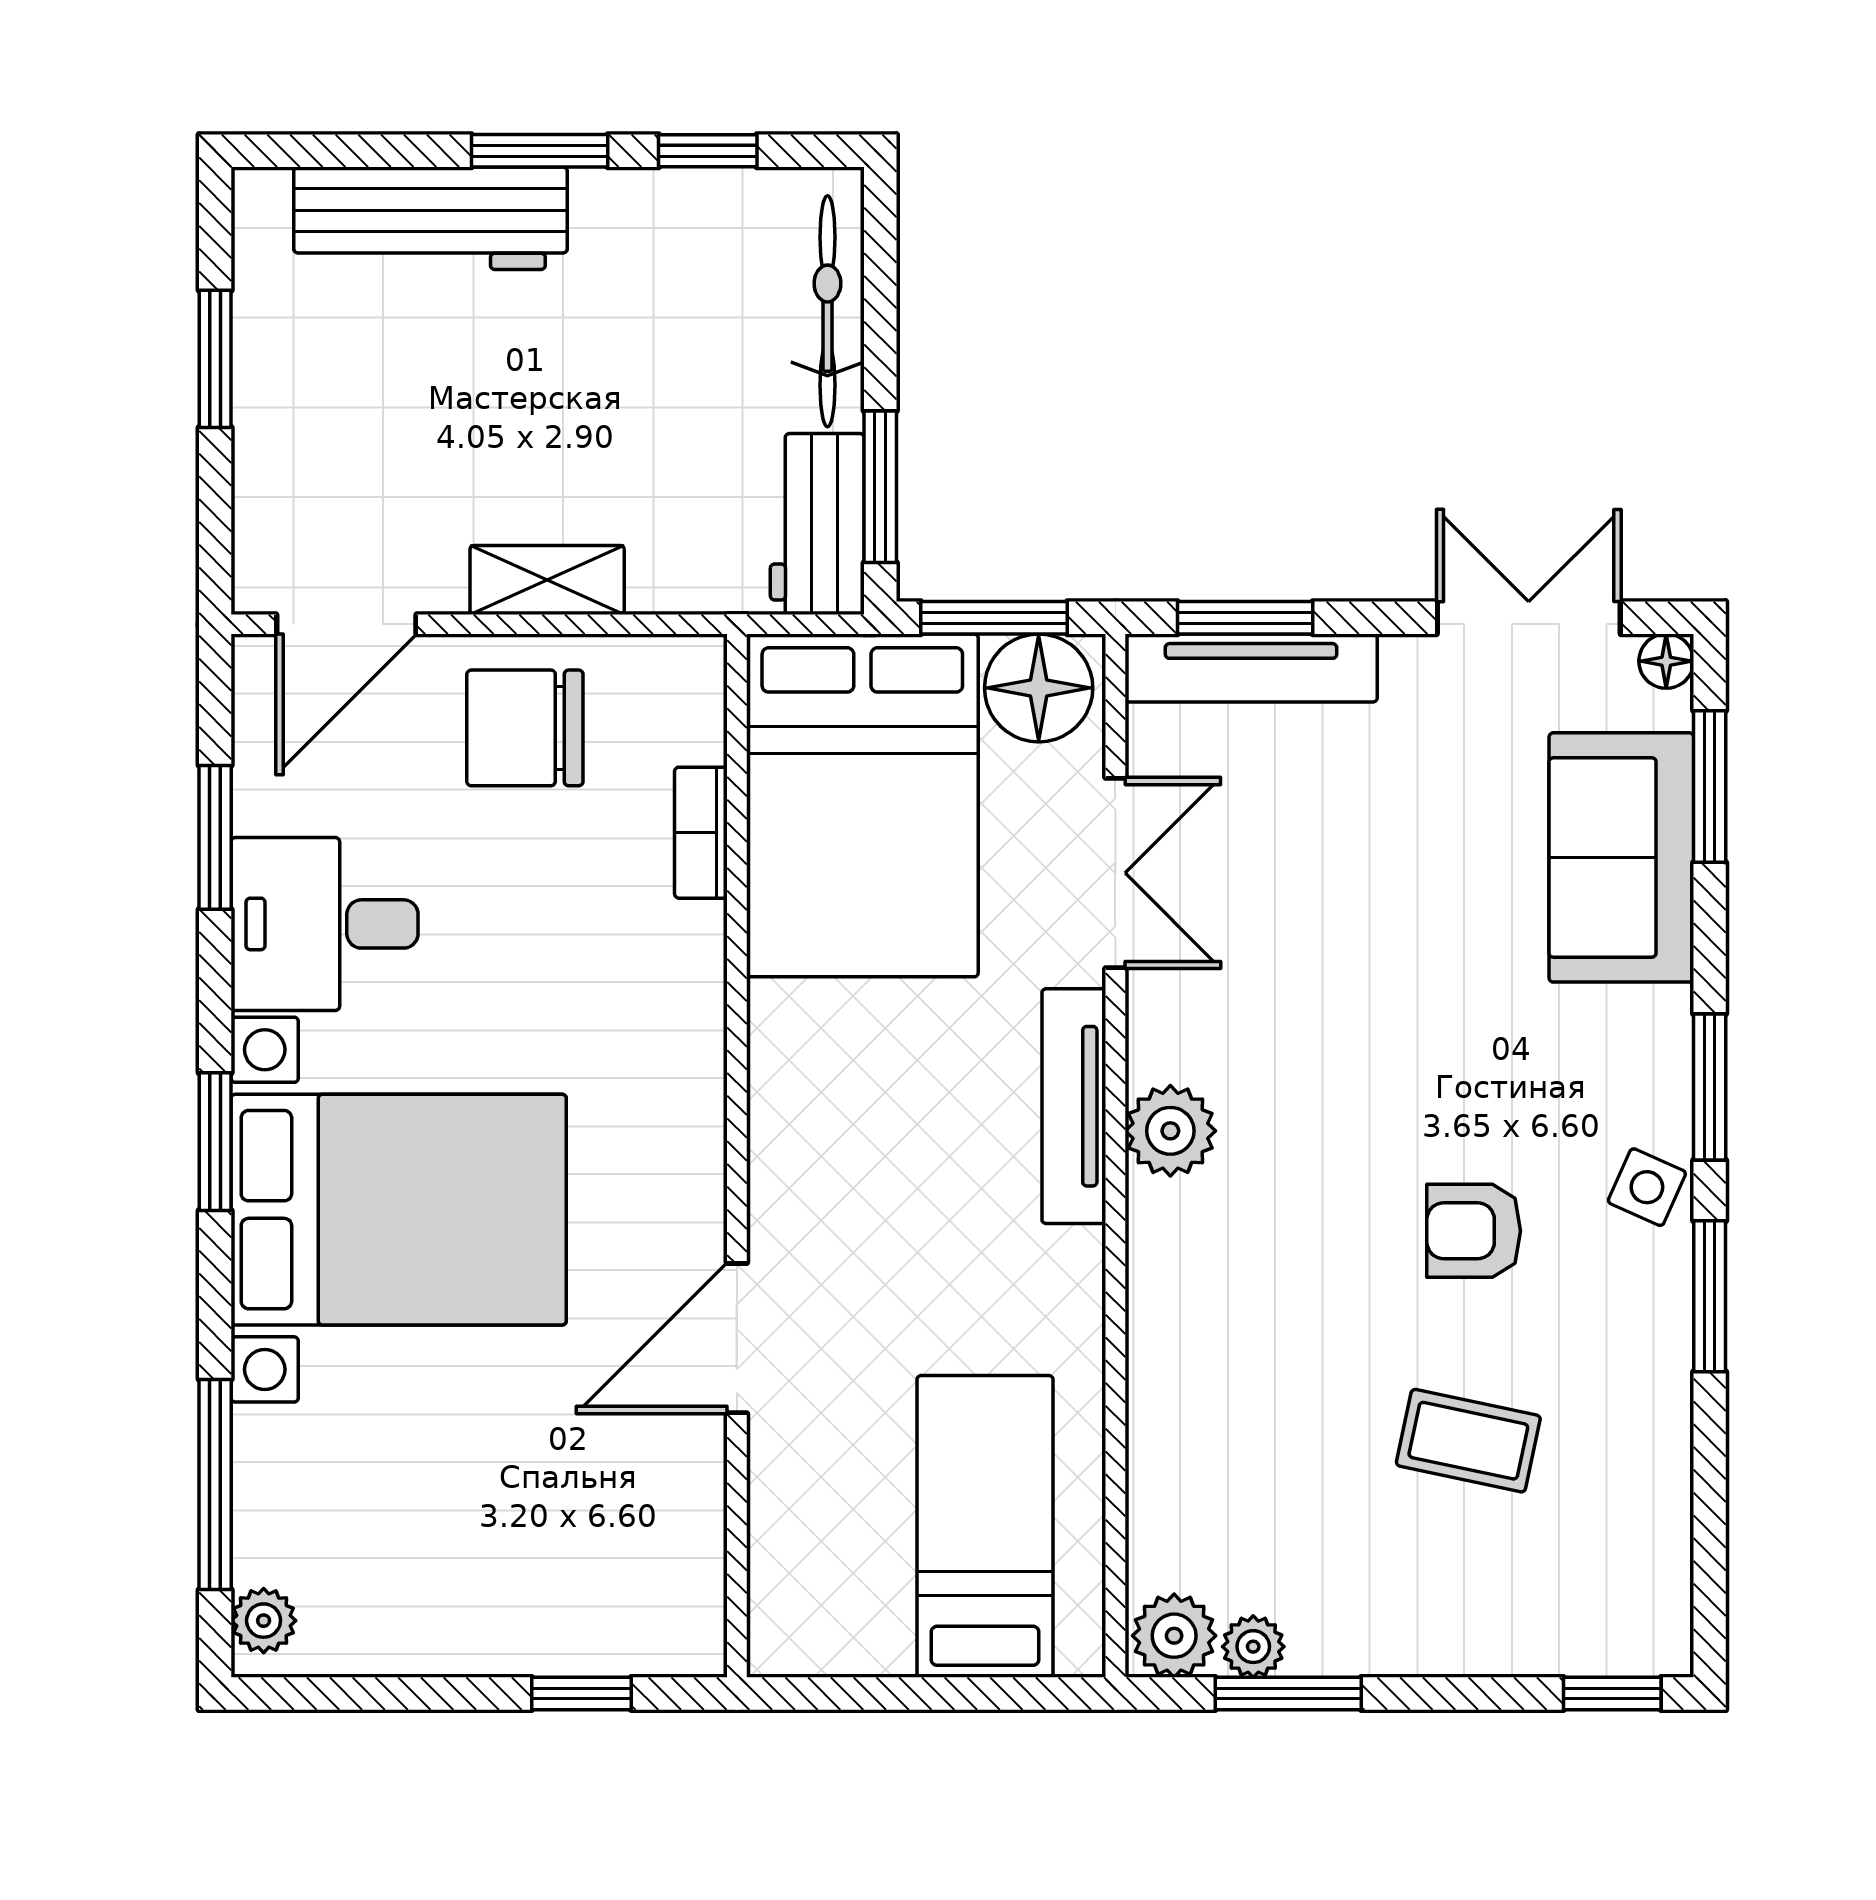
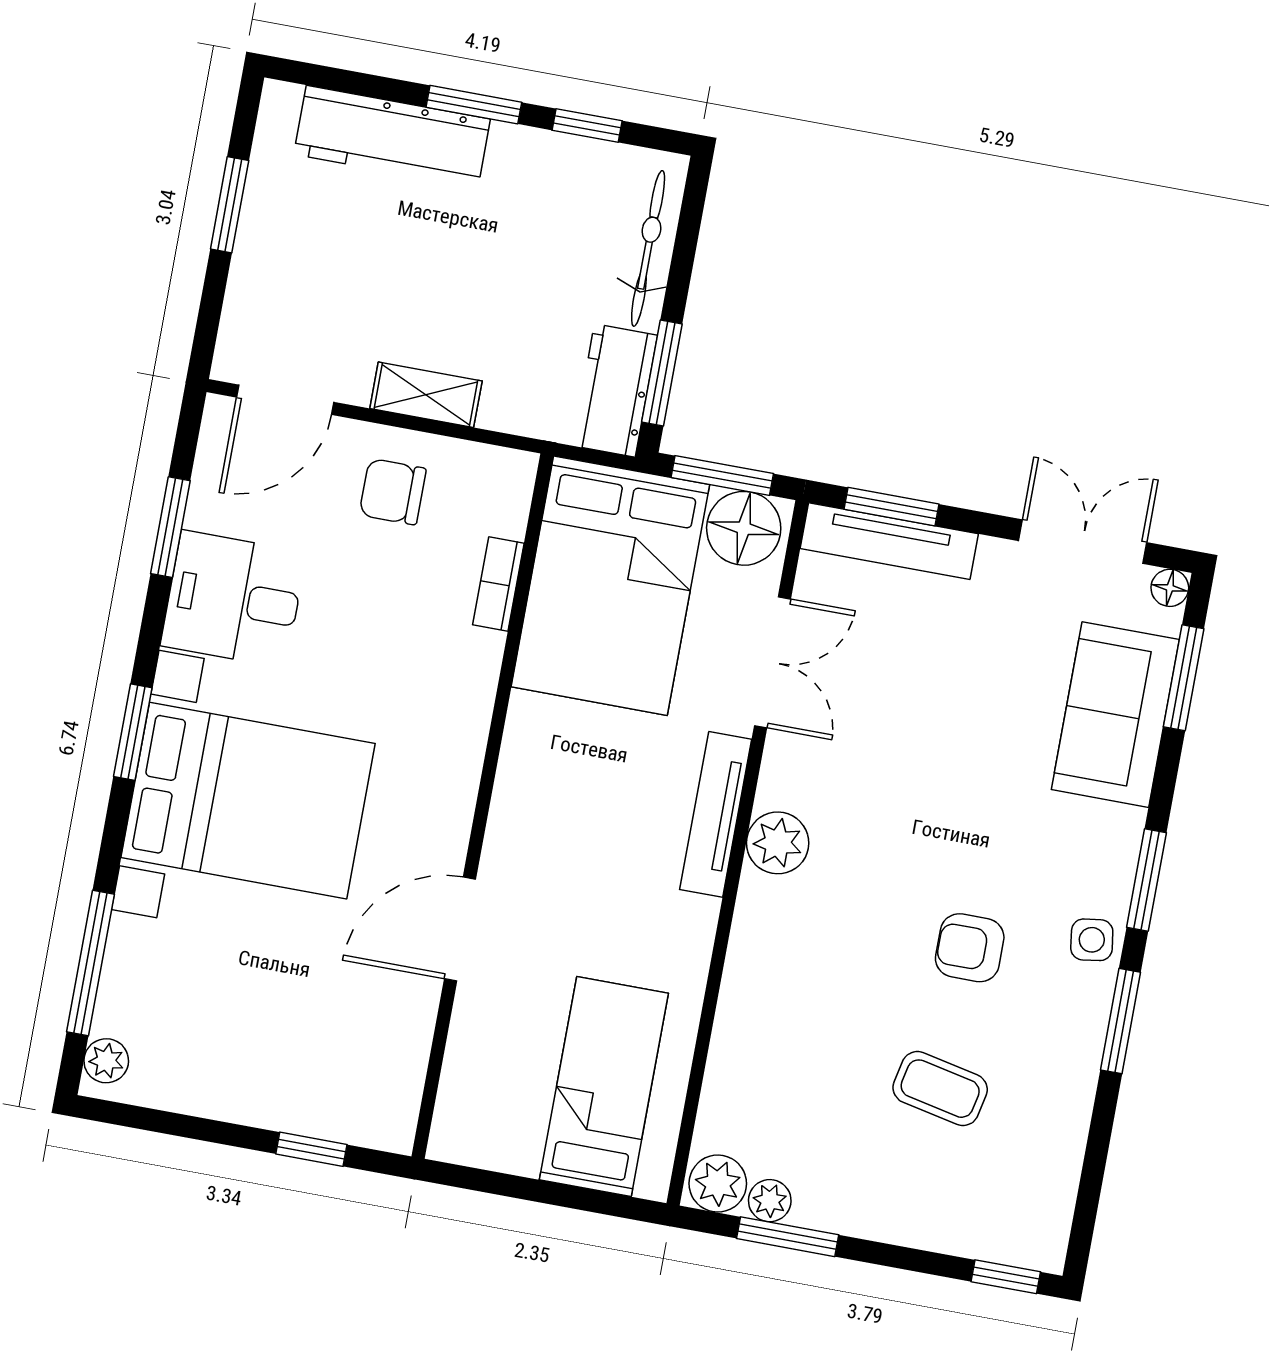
chair: (525, 728) -> (393, 492), width x0.73, depth x0.73
side table: (1647, 1187) -> (1092, 940), turned -32

